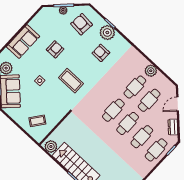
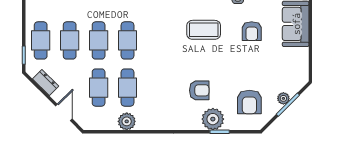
armchair: (82, 24) -> (249, 102), turned 85
armchair: (55, 49) -> (252, 31), moved

